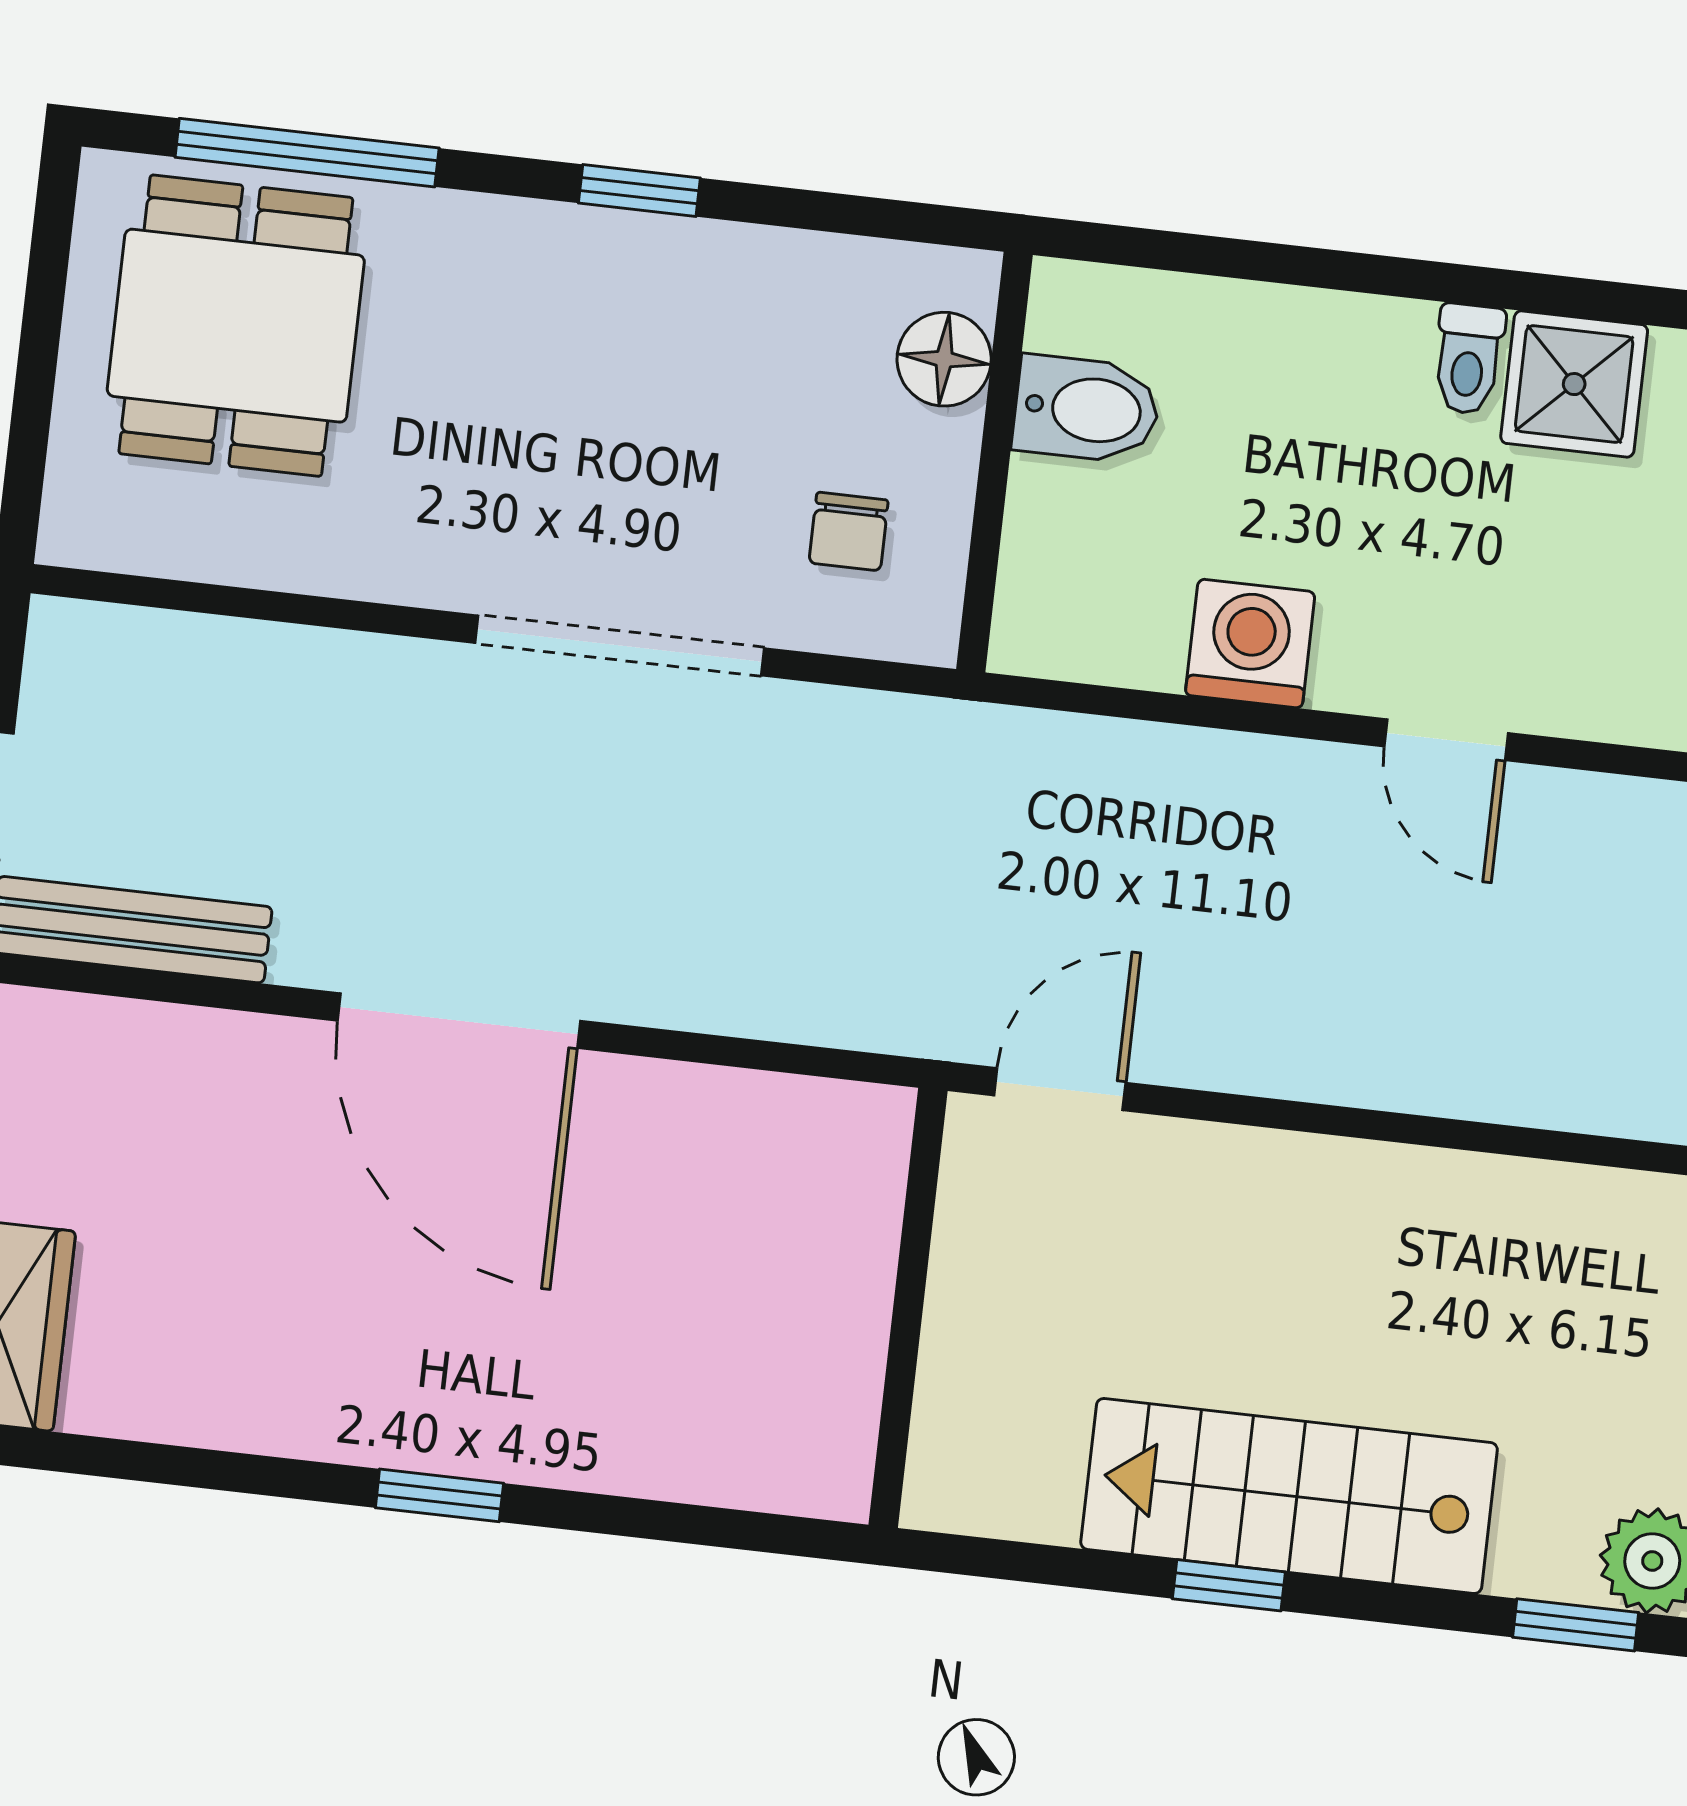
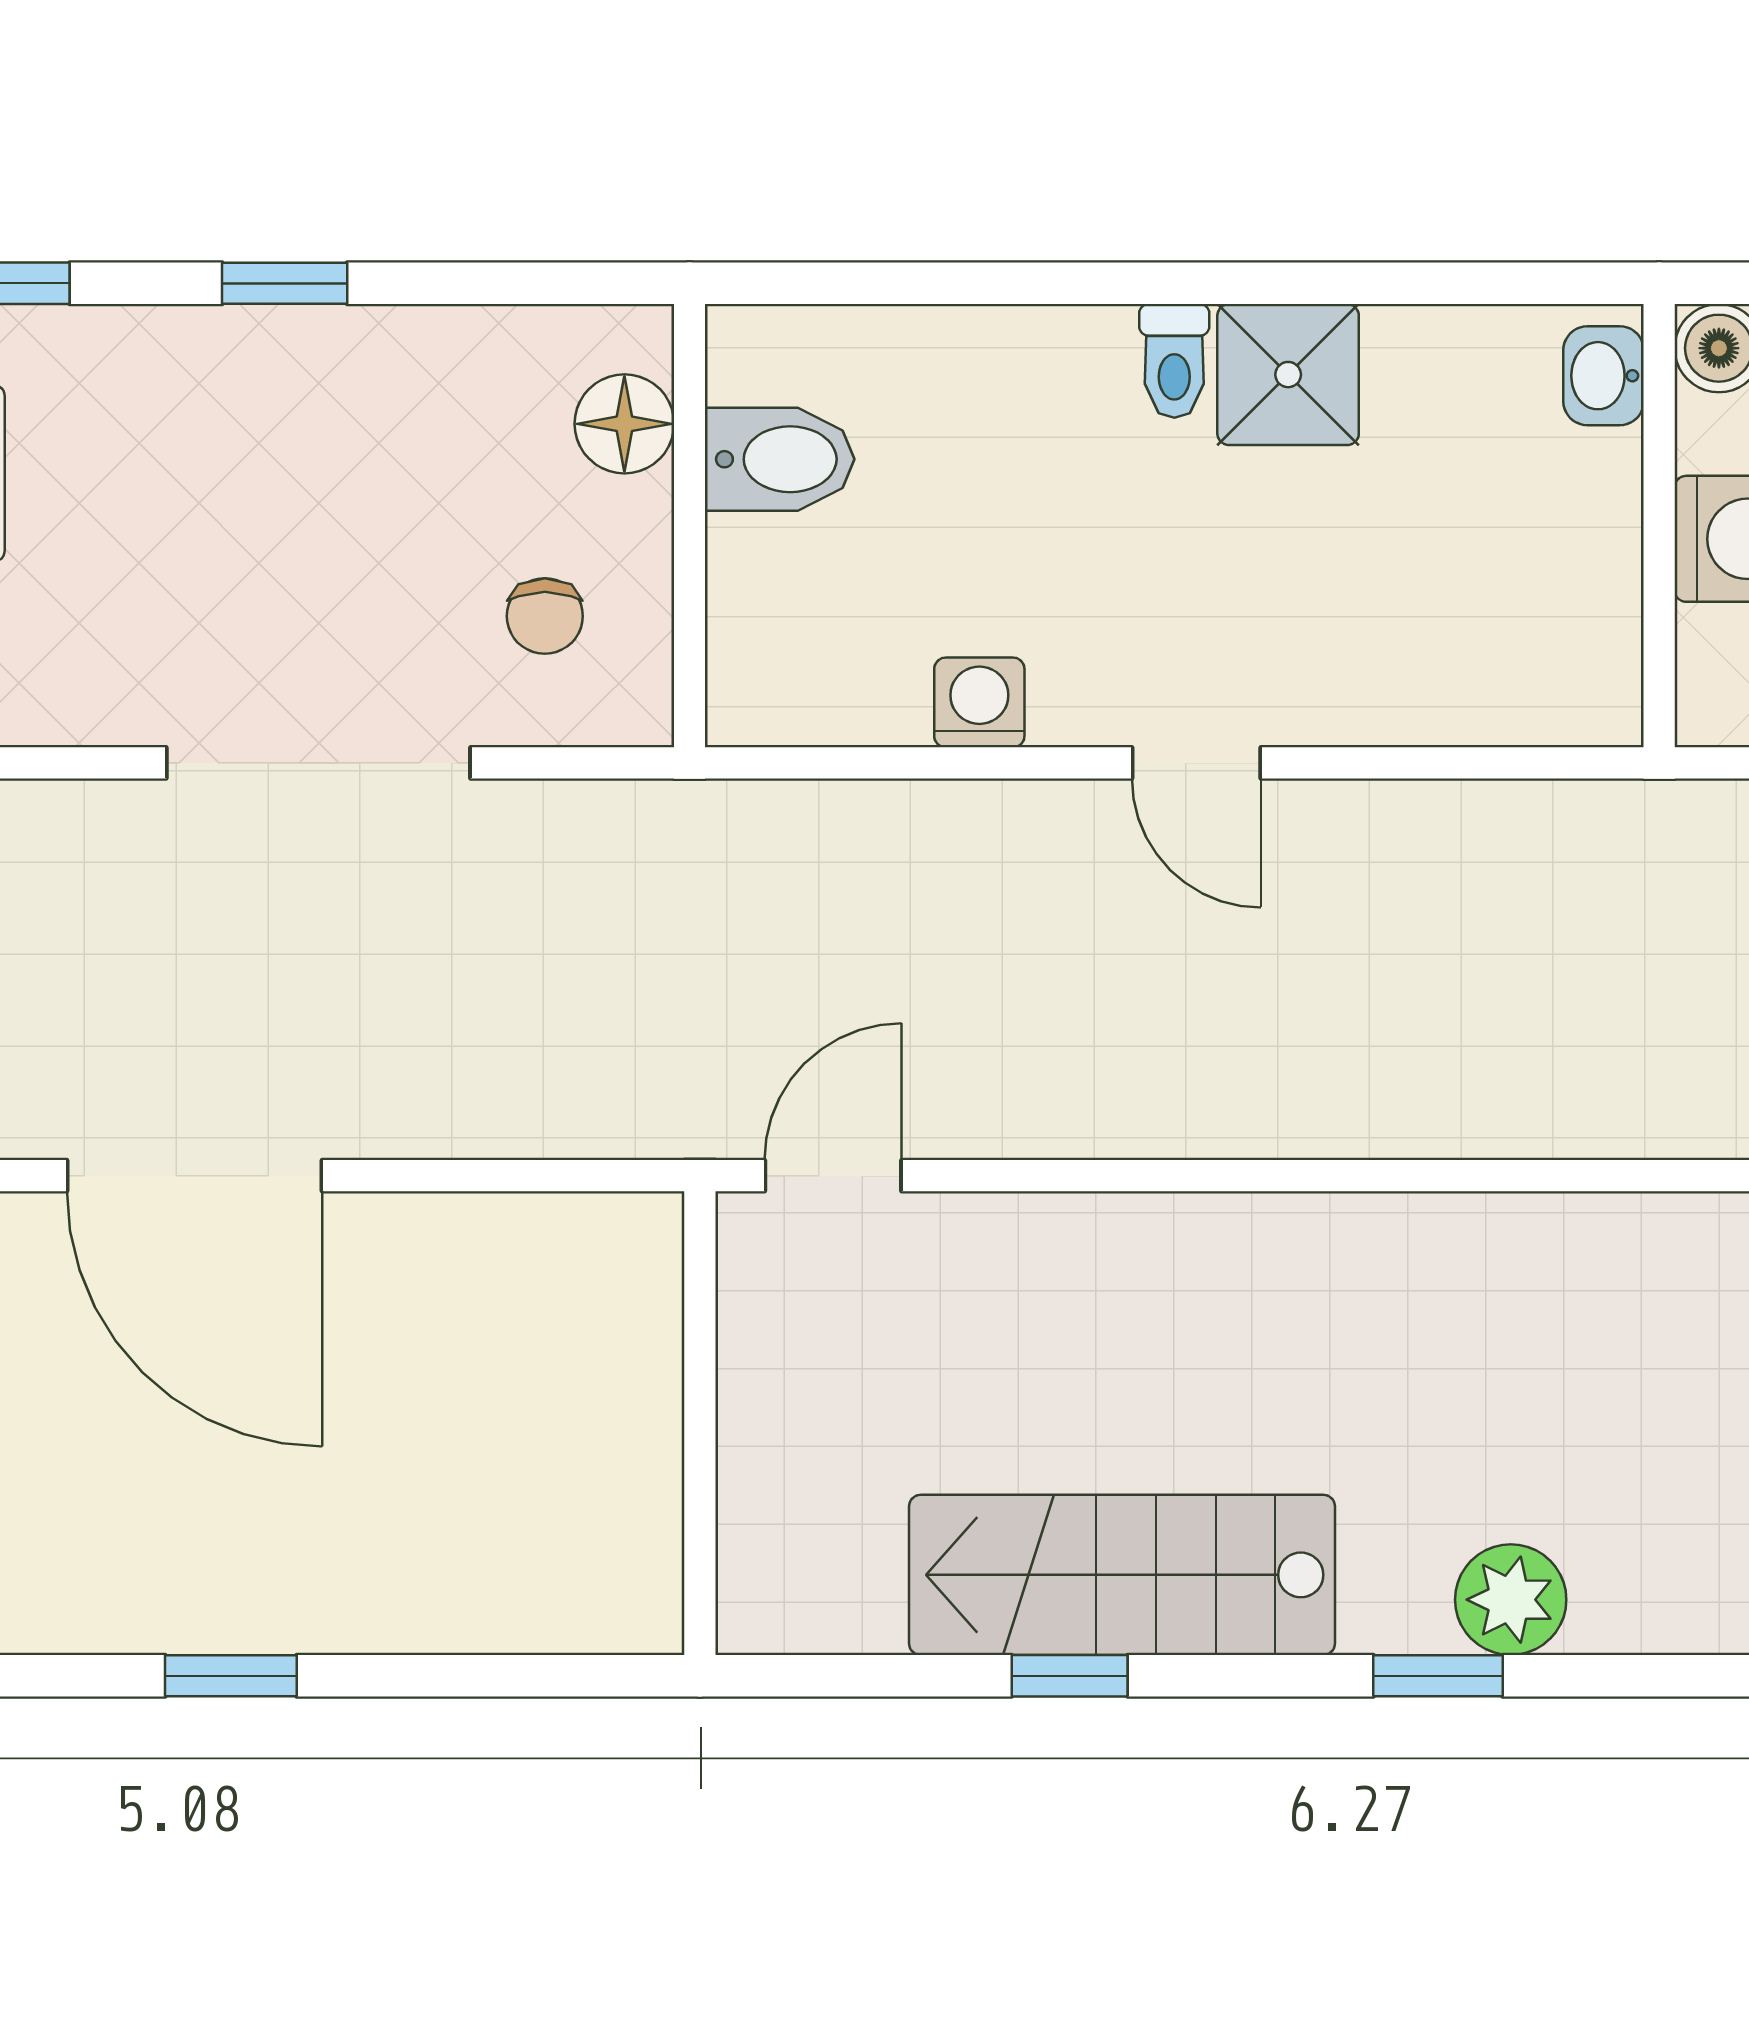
washing machine: (1250, 644) -> (979, 702), width x0.73, depth x0.73

